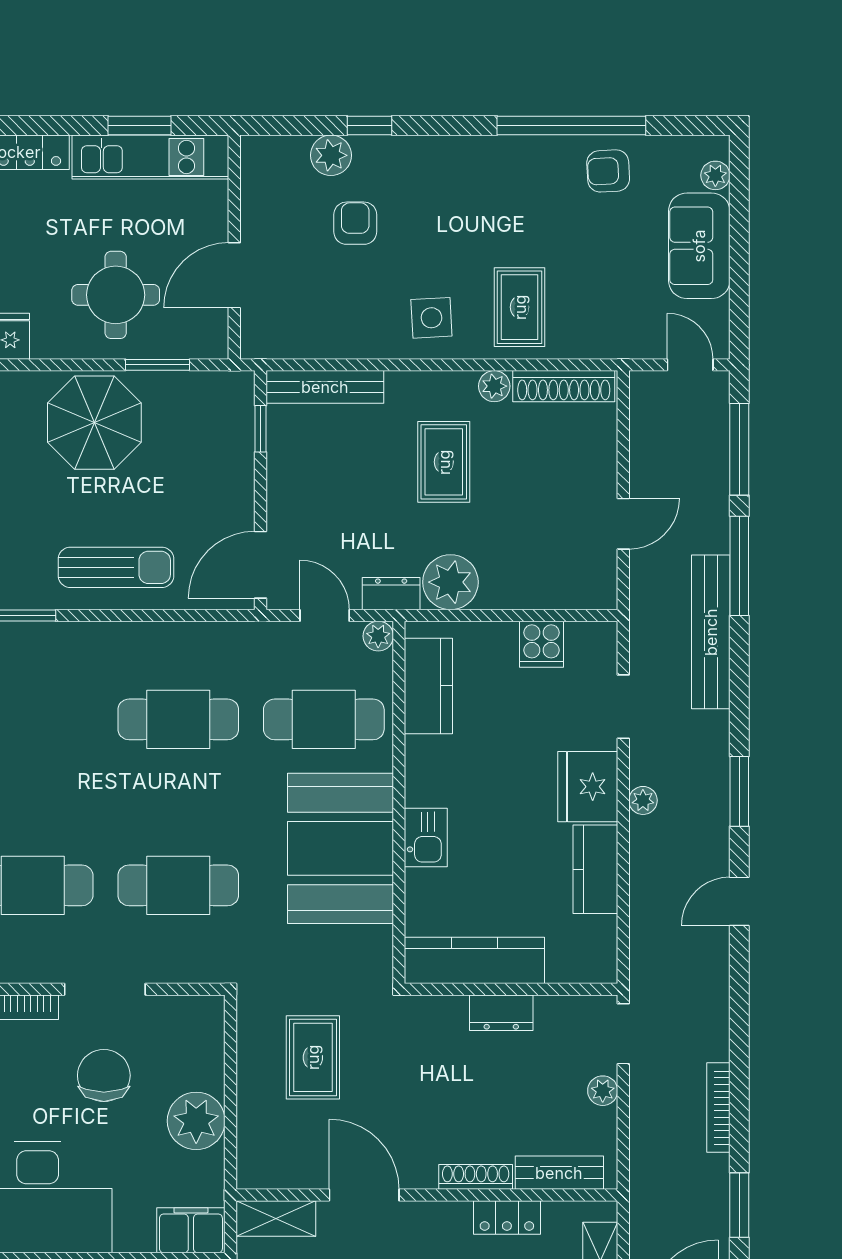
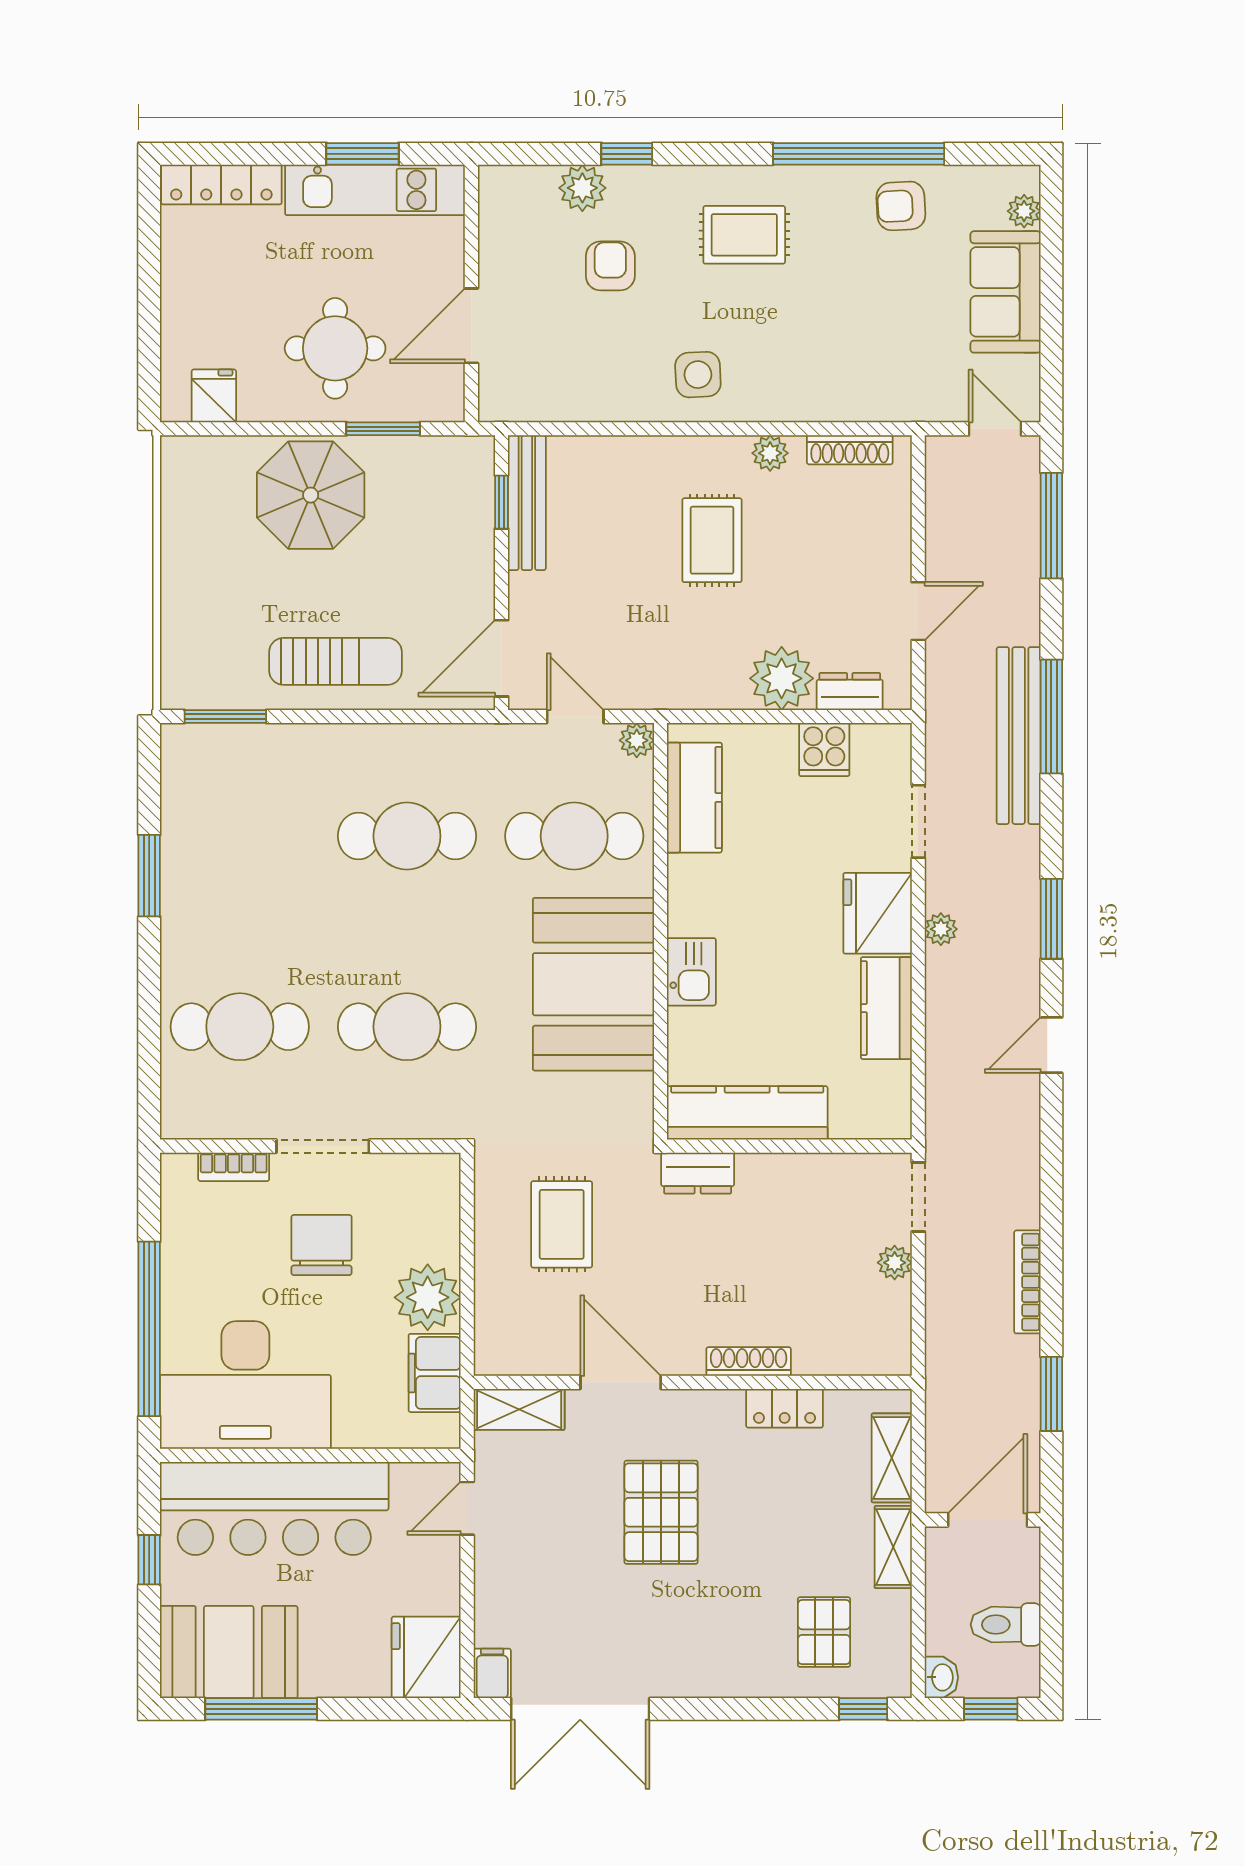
rug: (520, 307) -> (744, 235), moved, turned 90
shoe rack: (564, 386) -> (850, 450), width x0.74, depth x0.81
bench: (325, 387) -> (527, 503), moved, turned 90
window: (739, 566) -> (1051, 717), moved
plant: (450, 582) -> (782, 678), moved
dresser: (391, 594) -> (850, 692), moved
dresser: (501, 1013) -> (698, 1173), moved
bench: (559, 1173) -> (845, 1357), removed
filing cabinet: (191, 1230) -> (435, 1373), moved, turned -90

